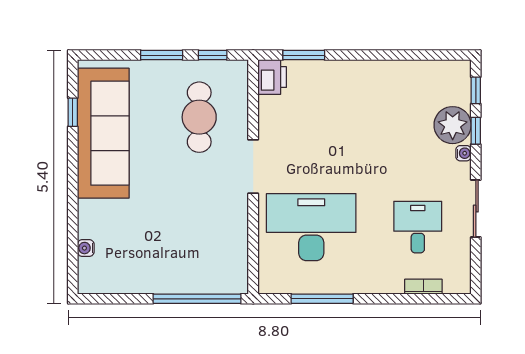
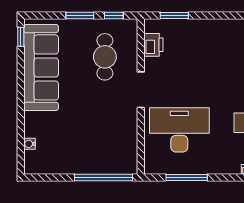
printer: (272, 77) -> (153, 45), moved
window: (73, 112) -> (21, 37), moved

